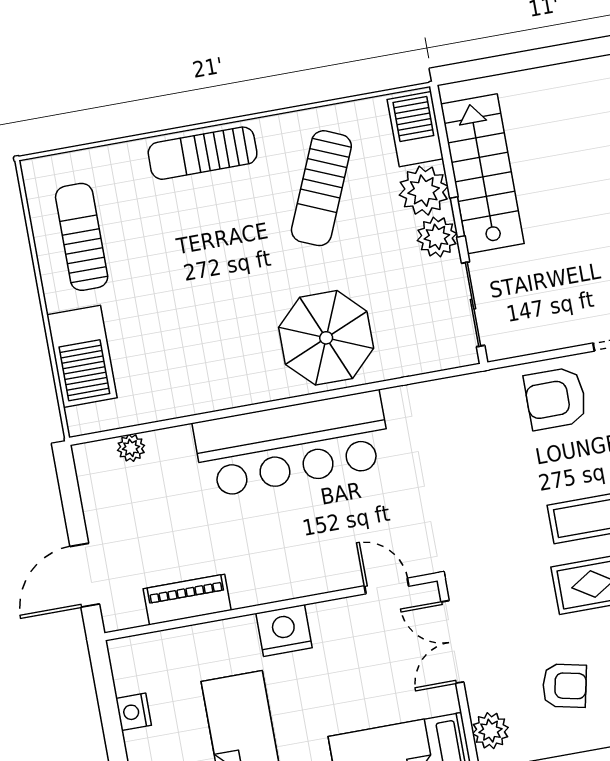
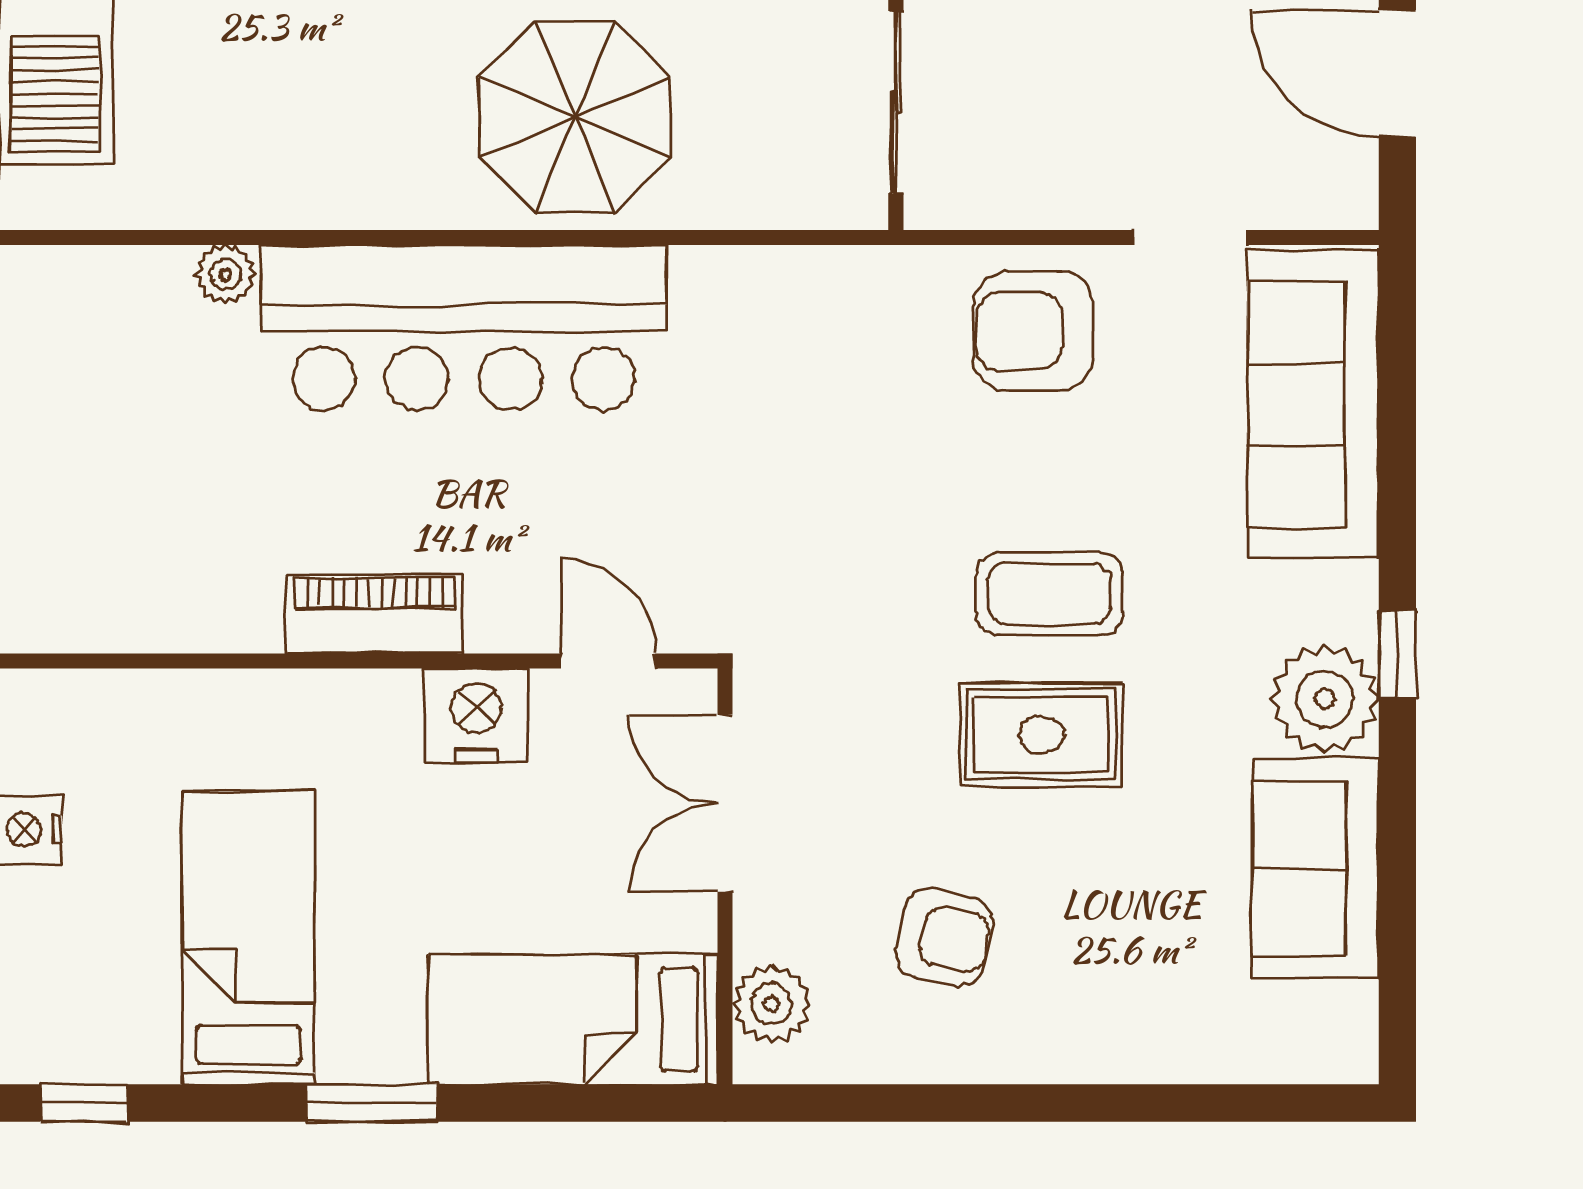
plant: (131, 448) -> (225, 274), moved
piano: (187, 600) -> (375, 614), moved
nightstand: (284, 630) -> (476, 716), moved

